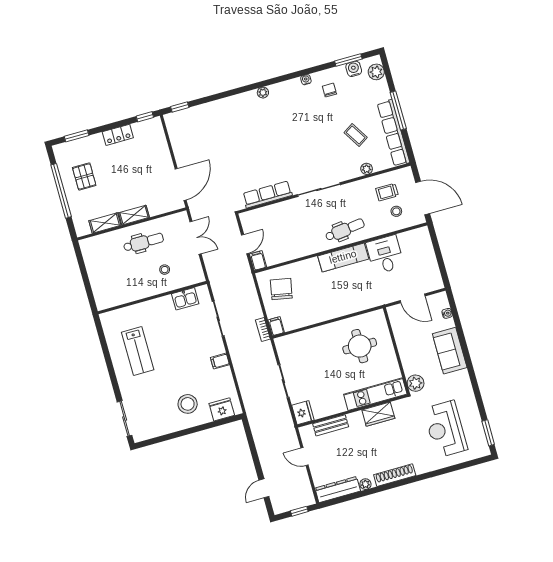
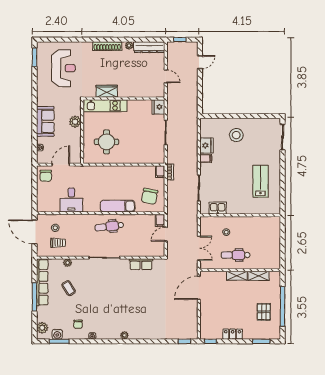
row of seats: (267, 194) -> (141, 264), width x0.68
dental chair: (345, 230) -> (109, 226), moved
double door: (196, 238) -> (199, 248), swing flipped
exam couch: (343, 257) -> (118, 206), moved
chair: (429, 278) -> (46, 176), added
door: (413, 298) -> (61, 165), hinge flipped
plant: (416, 383) -> (75, 122), moved
fridge: (222, 409) -> (206, 146), moved, turned -90
bench: (331, 425) -> (142, 93), removed

